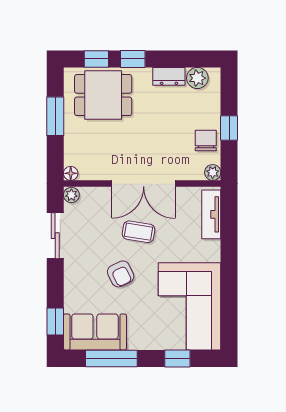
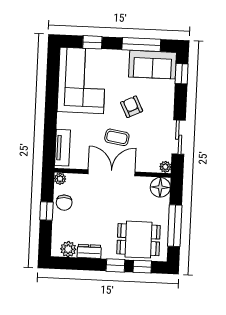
window: (55, 116) -> (175, 226), width x1.44
floor lamp: (71, 173) -> (160, 187), width x1.89, depth x1.89

